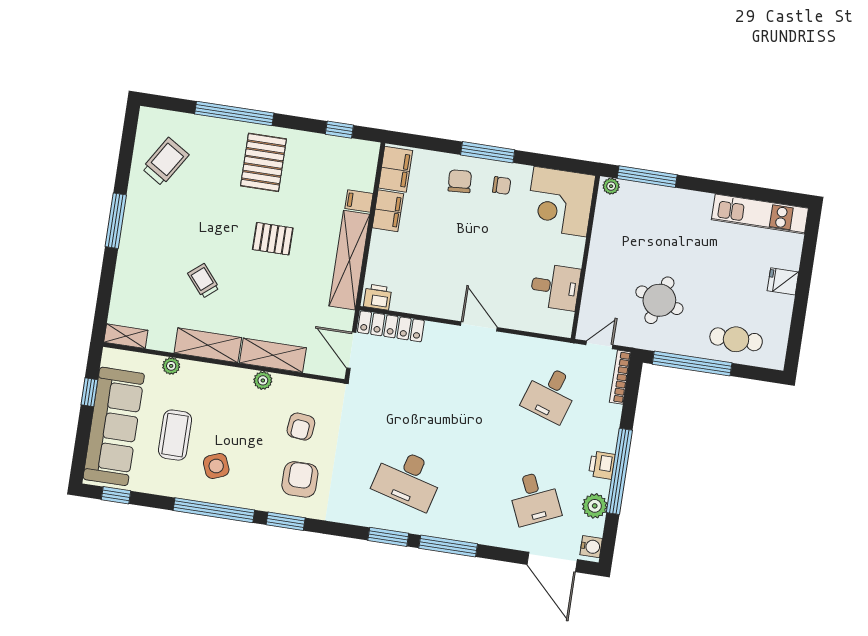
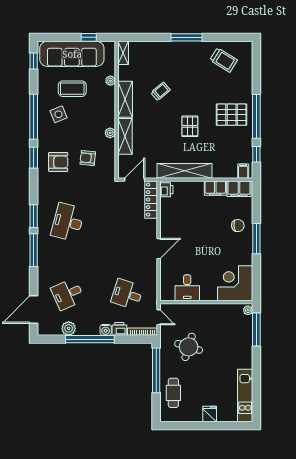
window: (234, 113) -> (256, 116), moved
chair: (502, 185) -> (239, 249), removed
filing cabinet: (359, 201) -> (243, 171), moved
printer: (602, 465) -> (119, 329), moved
water cooler: (591, 547) -> (106, 330), moved

